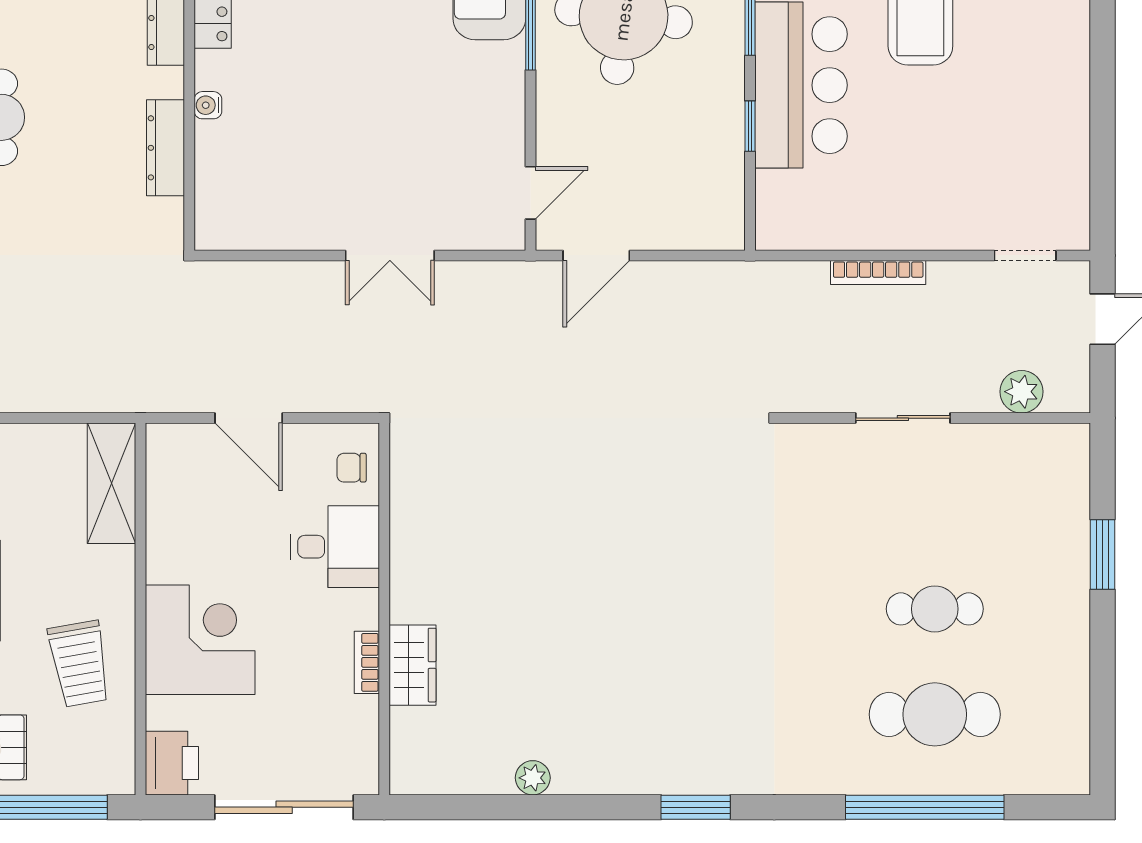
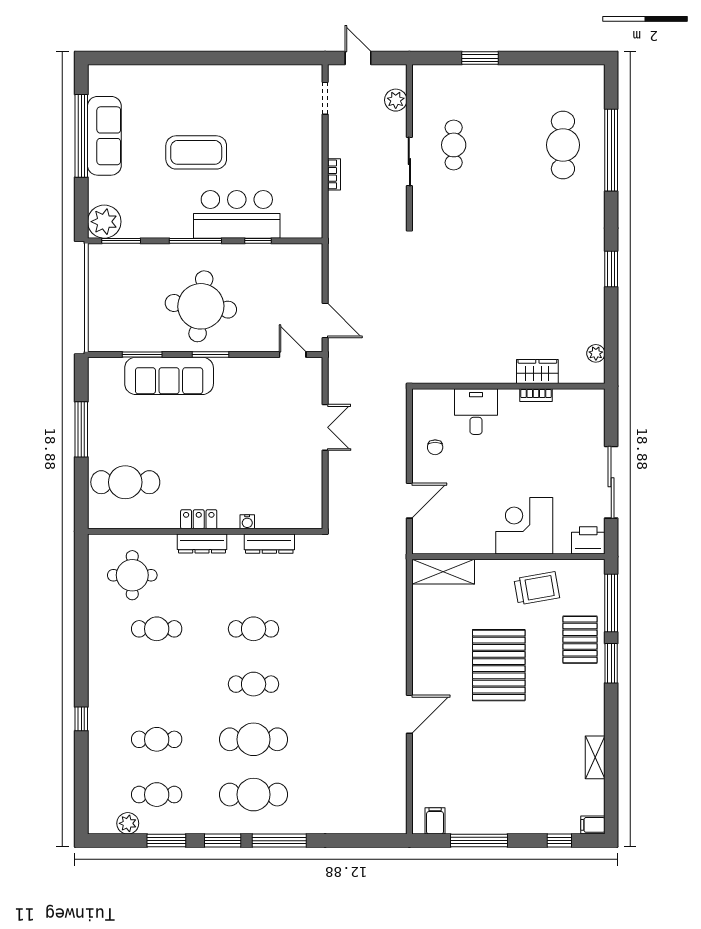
bookcase: (878, 273) -> (334, 174), width x0.64
desk: (335, 547) -> (476, 412), moved
wall: (384, 609) -> (508, 386), moved
cafe table: (935, 609) -> (454, 145), moved
bookcase: (367, 662) -> (536, 395), moved
wardrobe: (412, 665) -> (537, 371), moved

